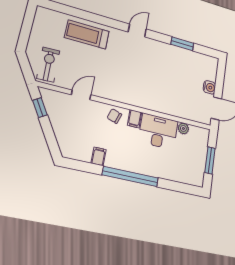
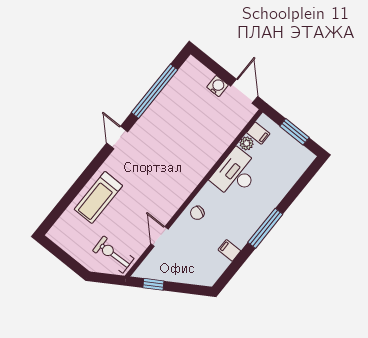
window: (182, 44) -> (155, 91), width x2.11
filing cabinet: (135, 119) -> (258, 133), moved
window: (130, 176) -> (265, 228), width x0.68

